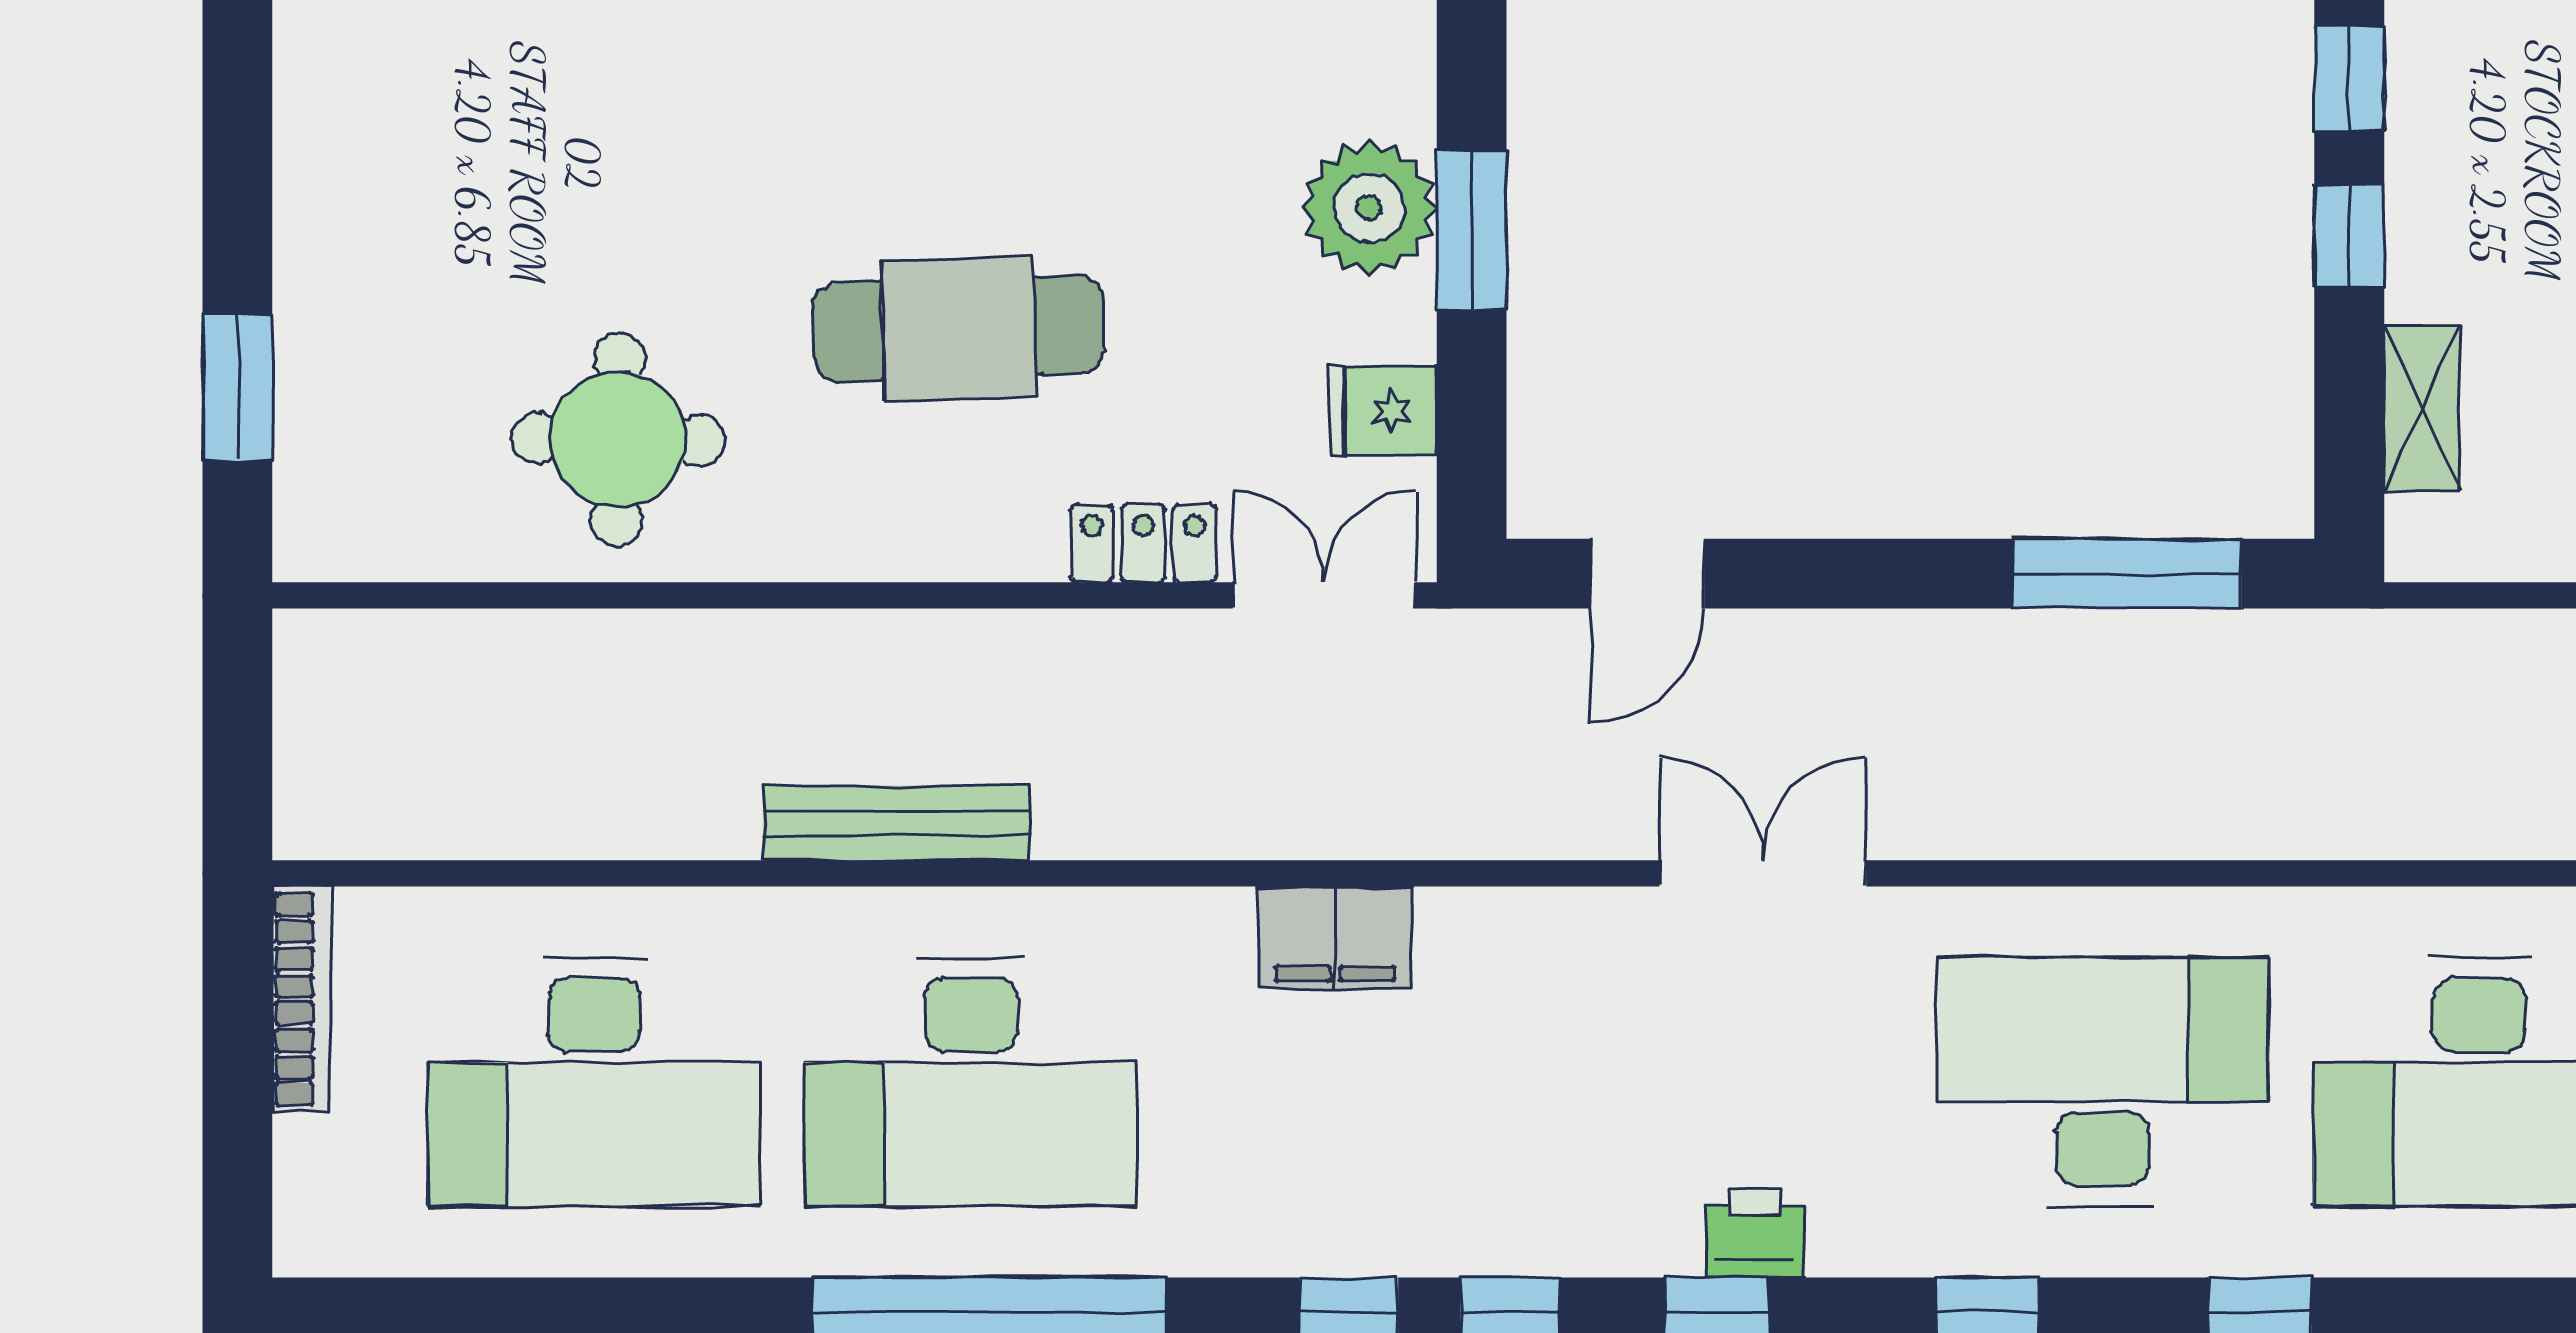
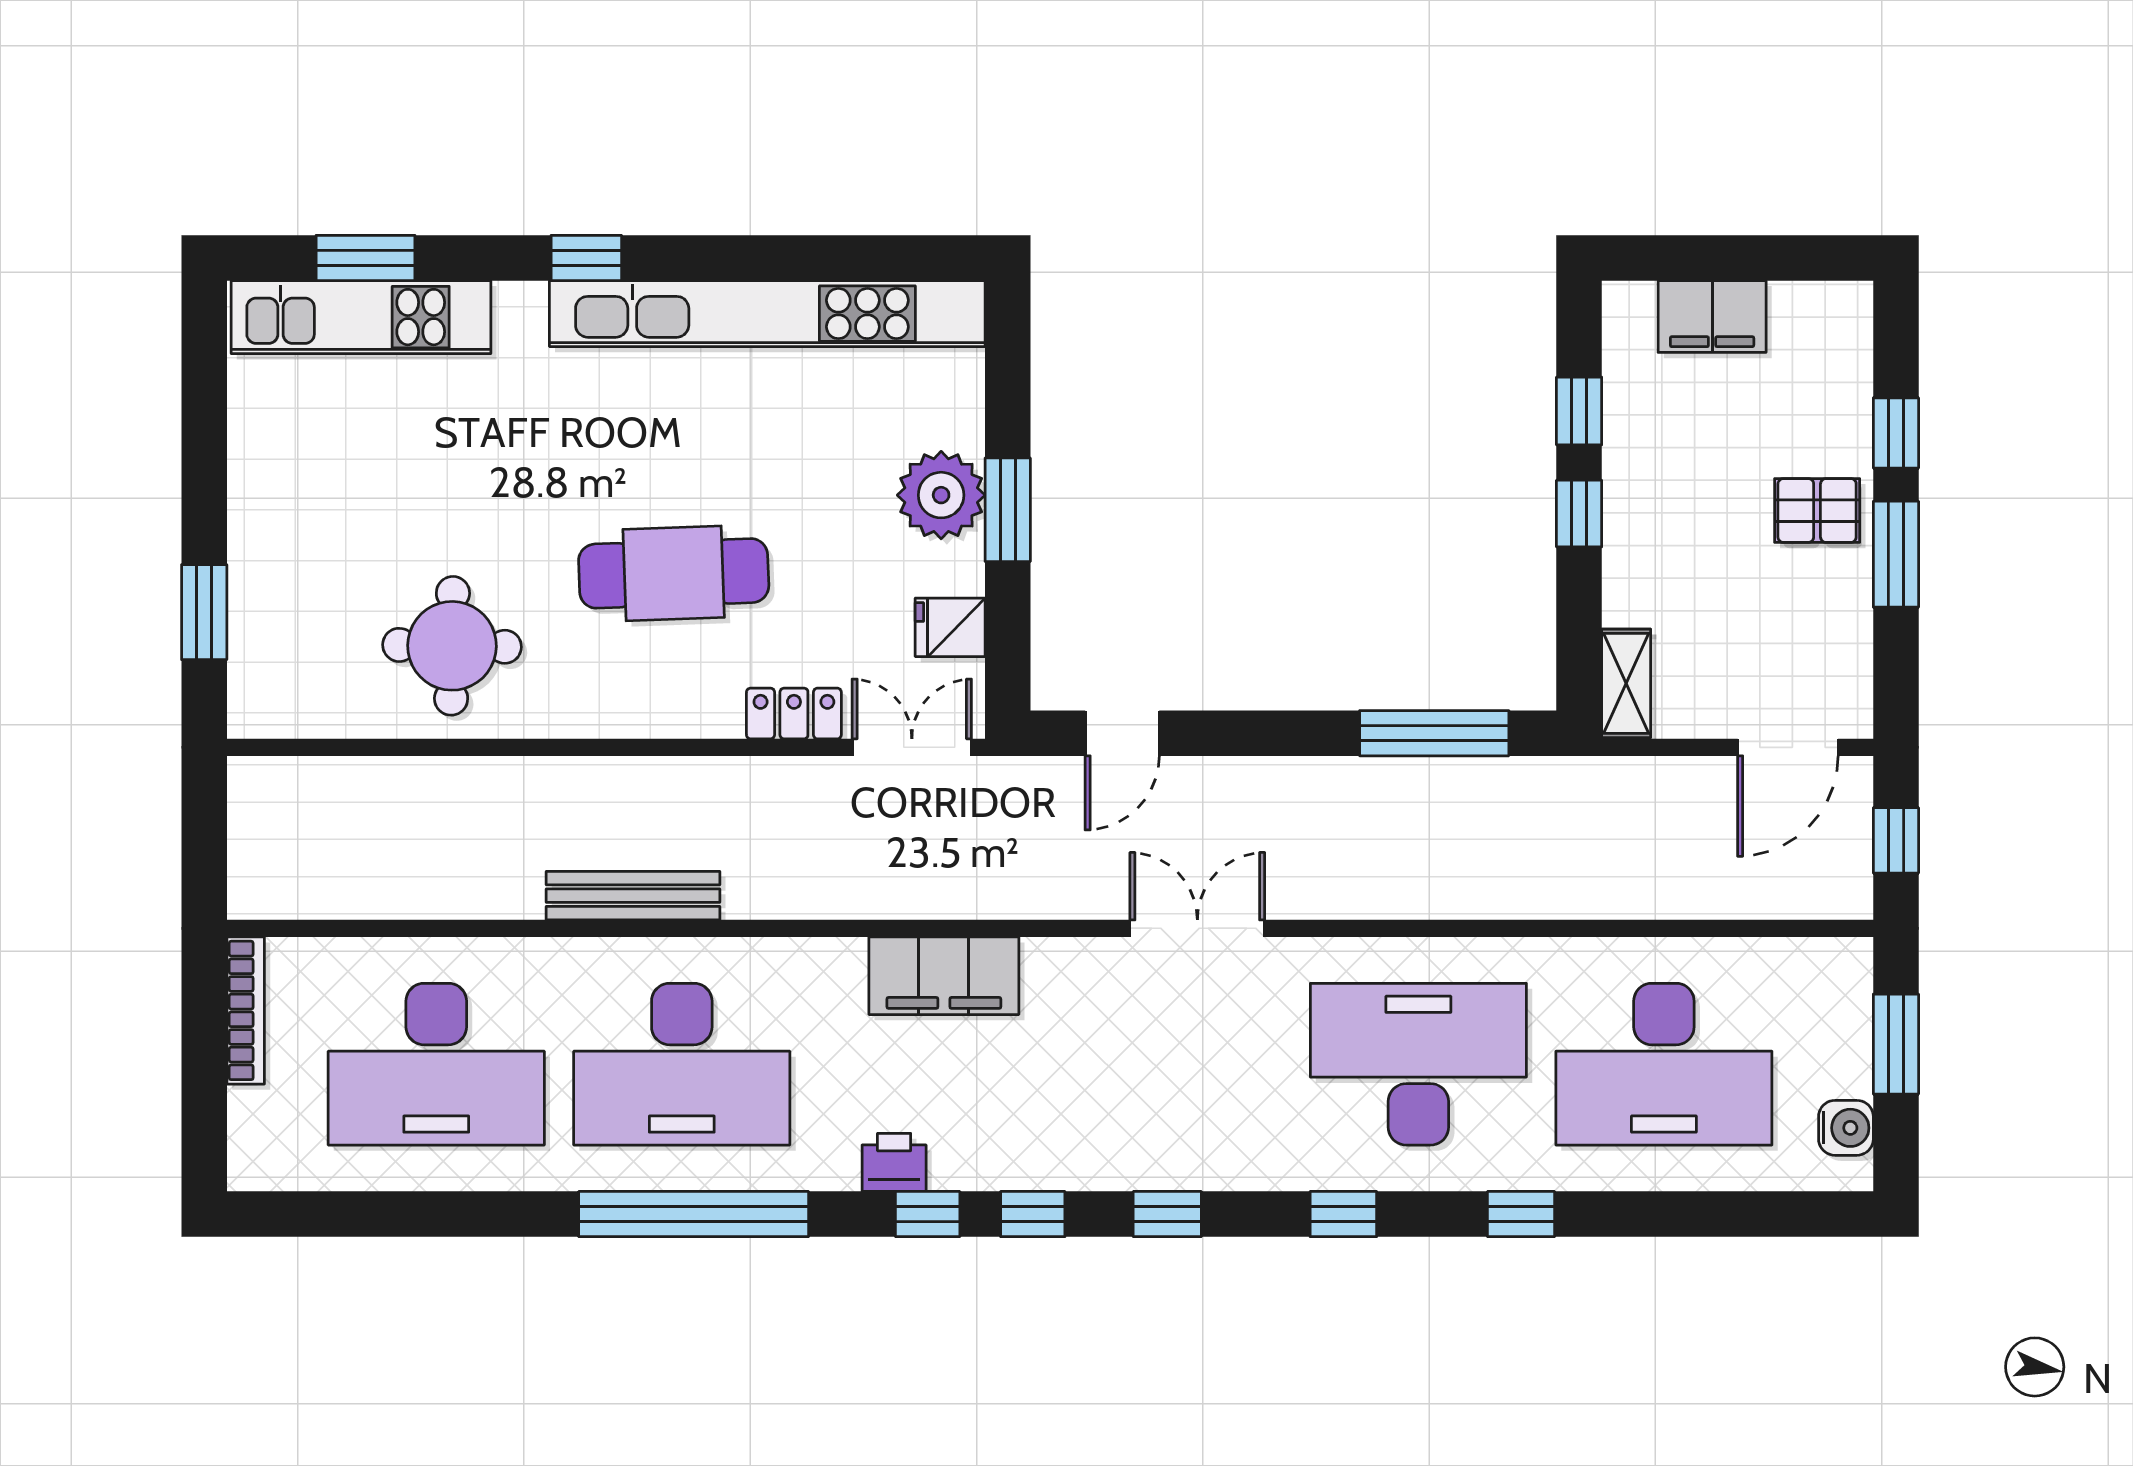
shelving: (2422, 409) -> (1626, 683), moved
filing cabinet: (1335, 938) -> (944, 976), width x1.50, depth x1.17
printer: (1754, 1233) -> (894, 1162), moved

